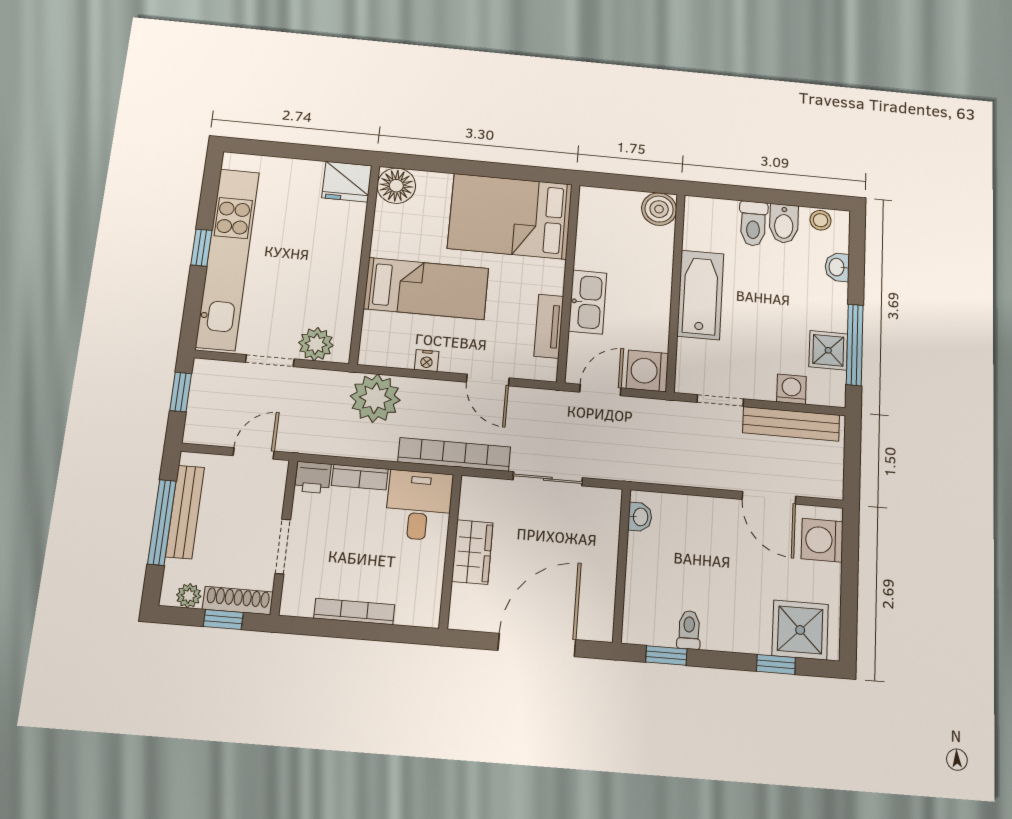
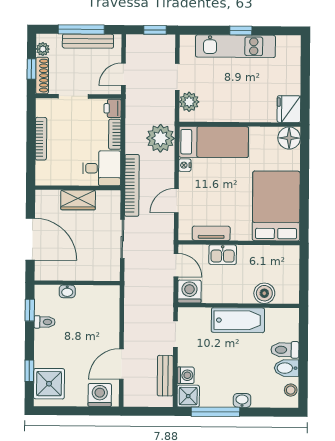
boiler: (659, 209) -> (264, 293), moved
kitchen unit: (228, 259) -> (235, 46), width x0.73
washbasin: (837, 267) -> (242, 400), moved
bed: (426, 289) -> (214, 142), moved, turned -90
kitchen sink: (588, 302) -> (223, 255), width x0.73
shower: (828, 350) -> (188, 396), moved
bench: (791, 424) -> (165, 376), width x0.73
door: (254, 453) -> (123, 74), swing flipped
washbasin: (640, 517) -> (67, 291), moved

